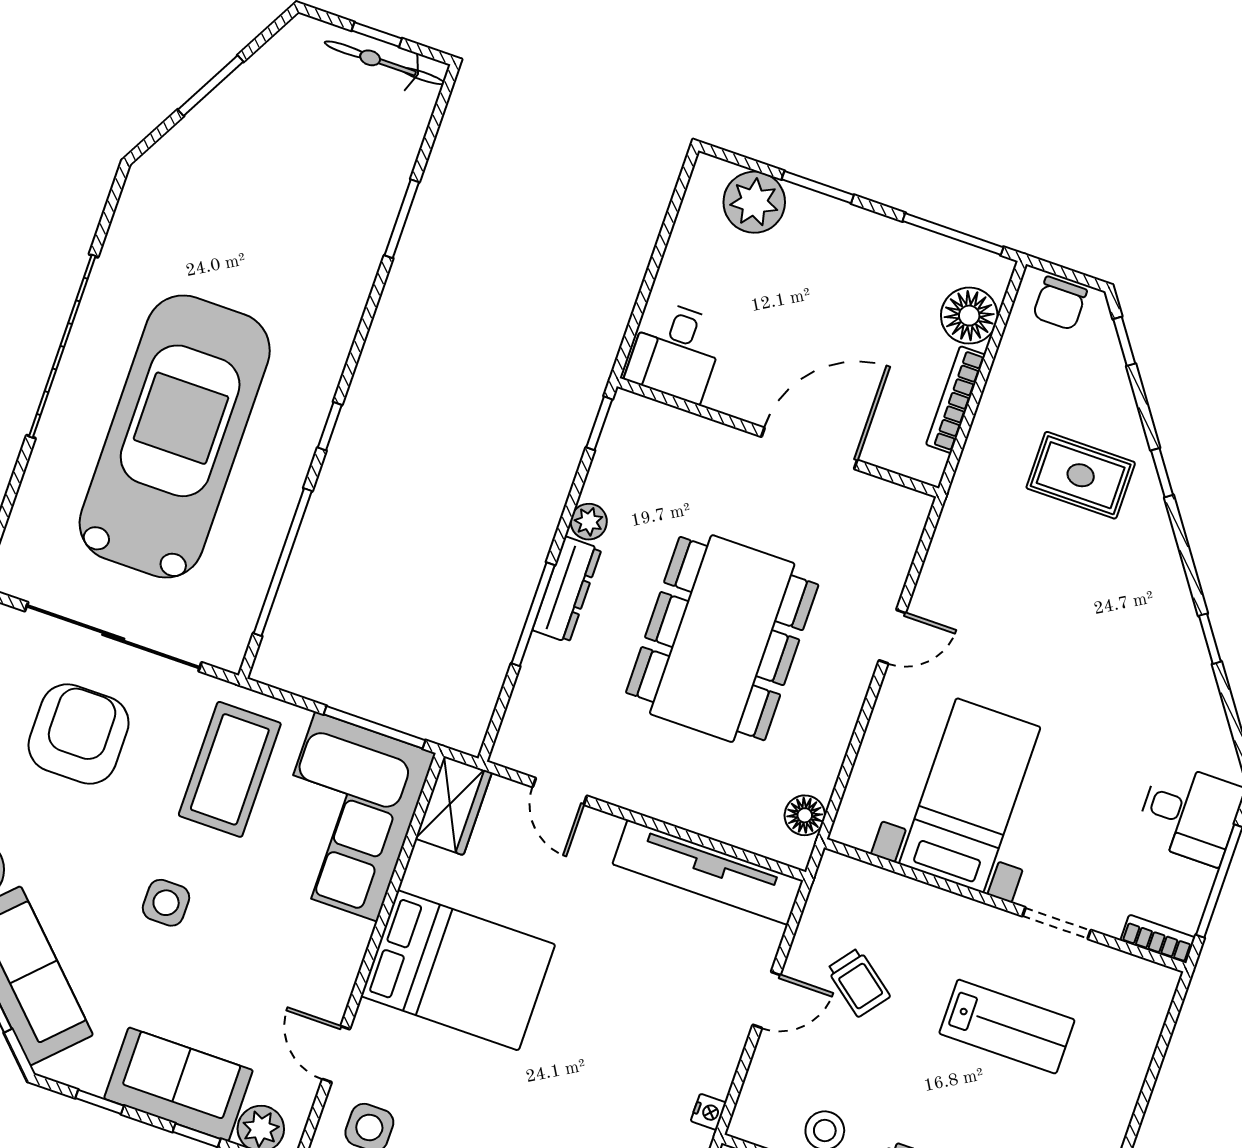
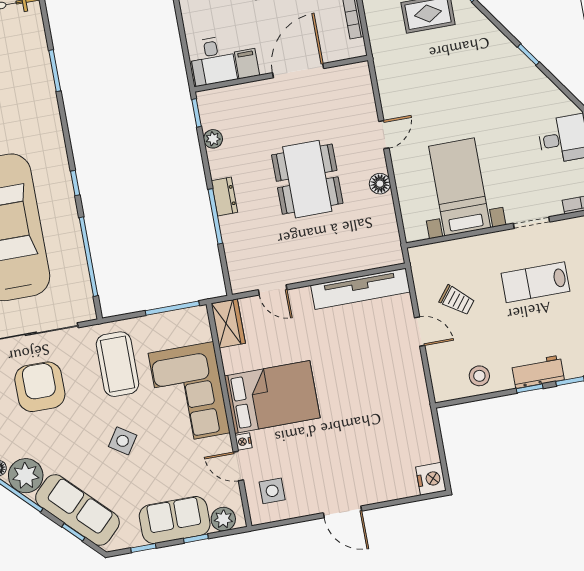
filing cabinet: (730, 388) -> (247, 64), added
plant: (589, 522) -> (213, 139), moved
dresser: (567, 590) -> (224, 197), width x0.70
dining table: (722, 639) -> (307, 179), width x0.73, depth x0.80
floor lamp: (805, 815) -> (380, 184), moved
corner sofa: (346, 817) -> (189, 393), moved
side table: (166, 903) -> (123, 441), turned 33
door: (766, 1000) -> (420, 332), hinge flipped
lab bench: (1007, 1027) -> (535, 282), turned 180
nightstand: (708, 1112) -> (244, 442), moved, turned 180

